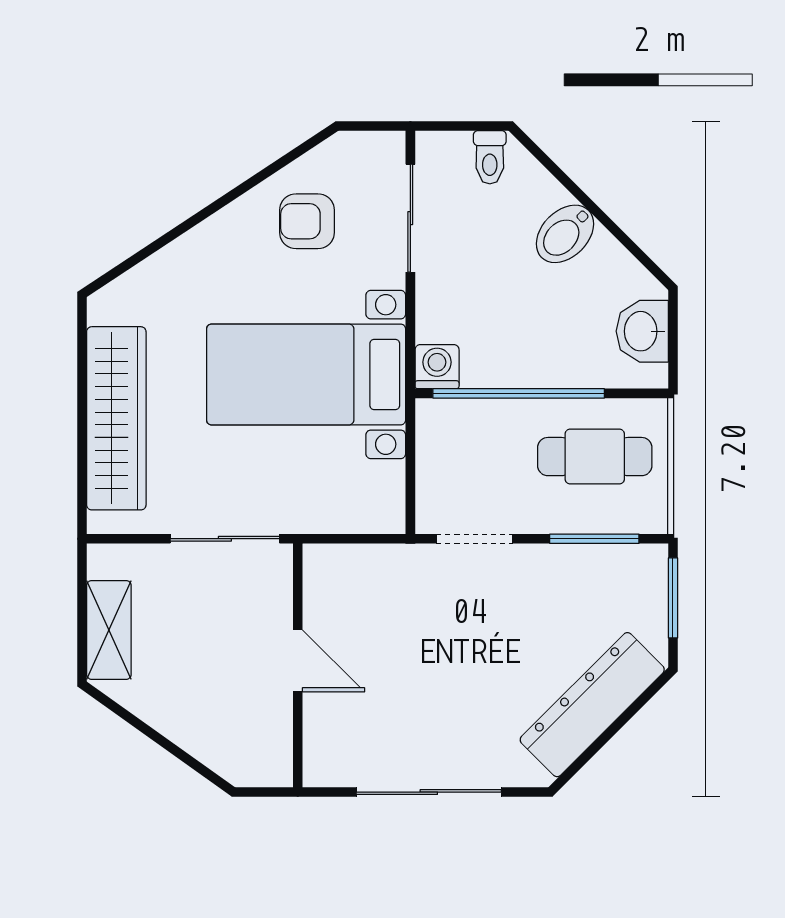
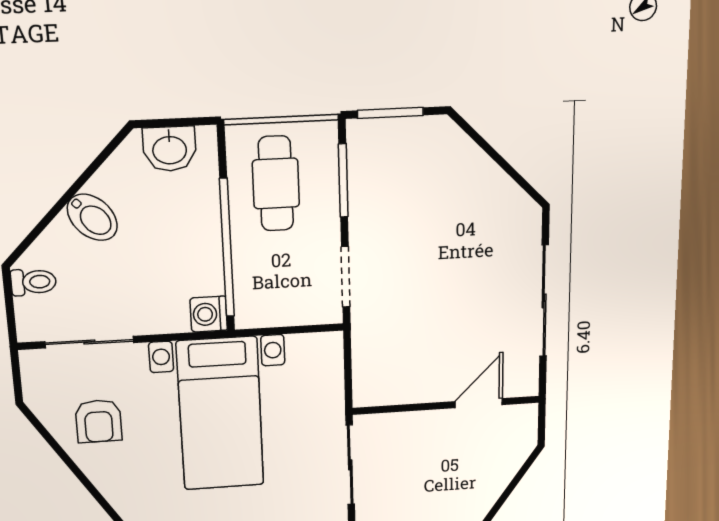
door: (298, 661) -> (479, 403), moved
dresser: (592, 705) -> (477, 176), removed

